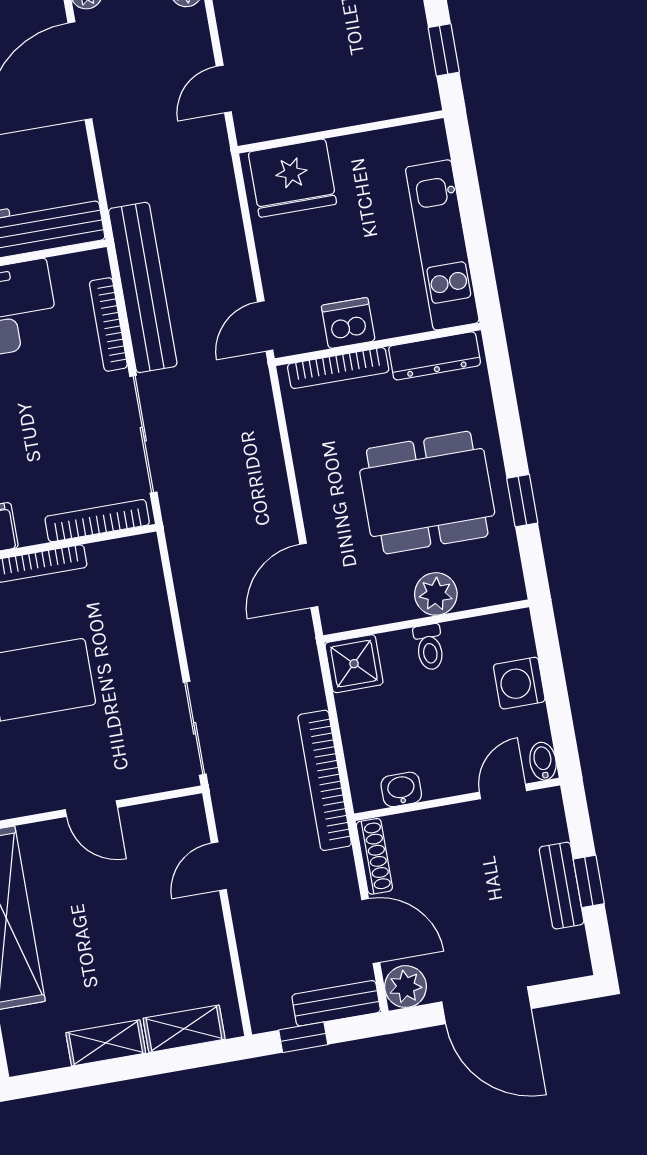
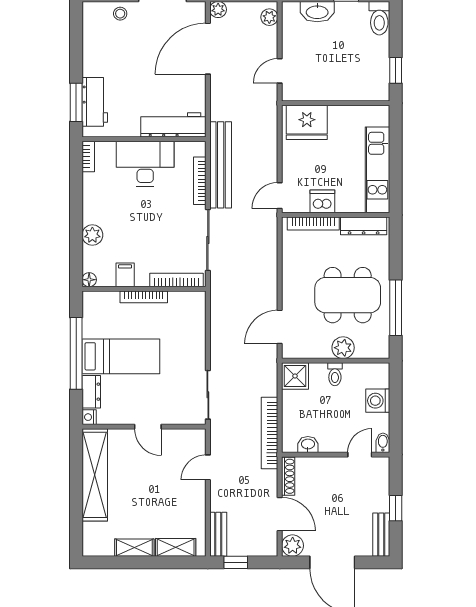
window: (522, 501) -> (396, 308), width x2.17
bench: (562, 886) -> (381, 535), moved
bench: (336, 1003) -> (218, 534), moved, turned 90

